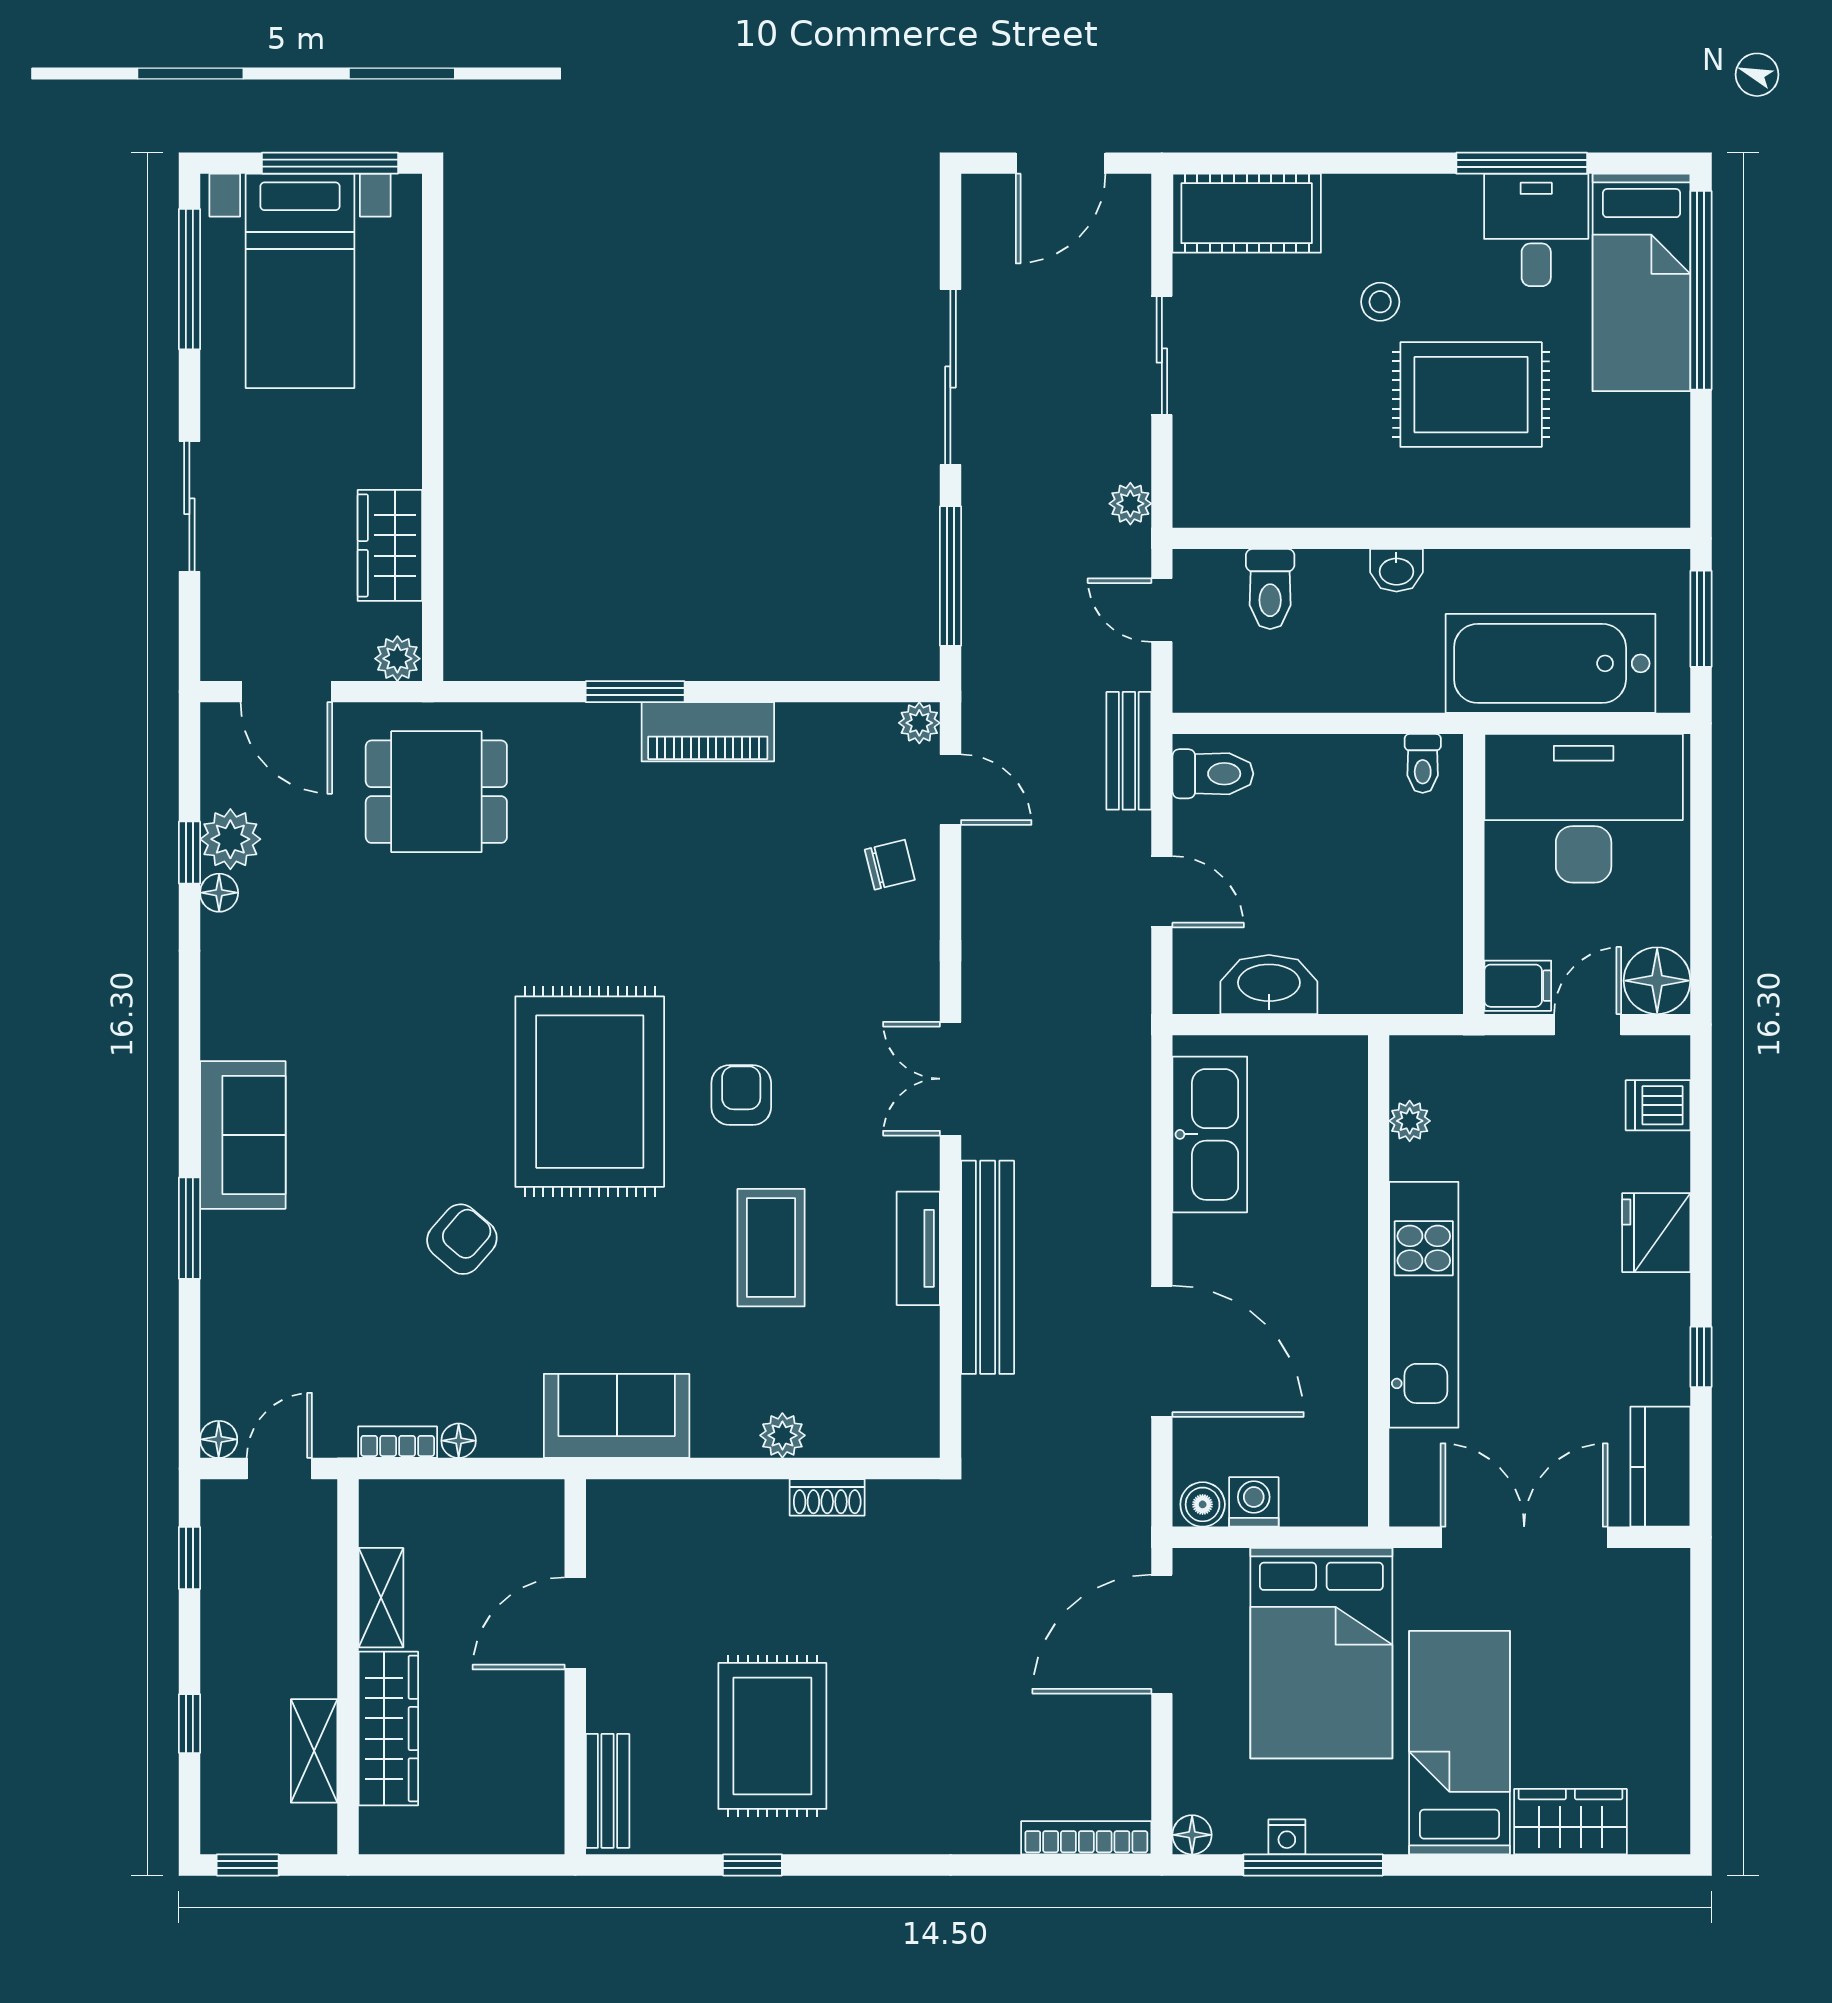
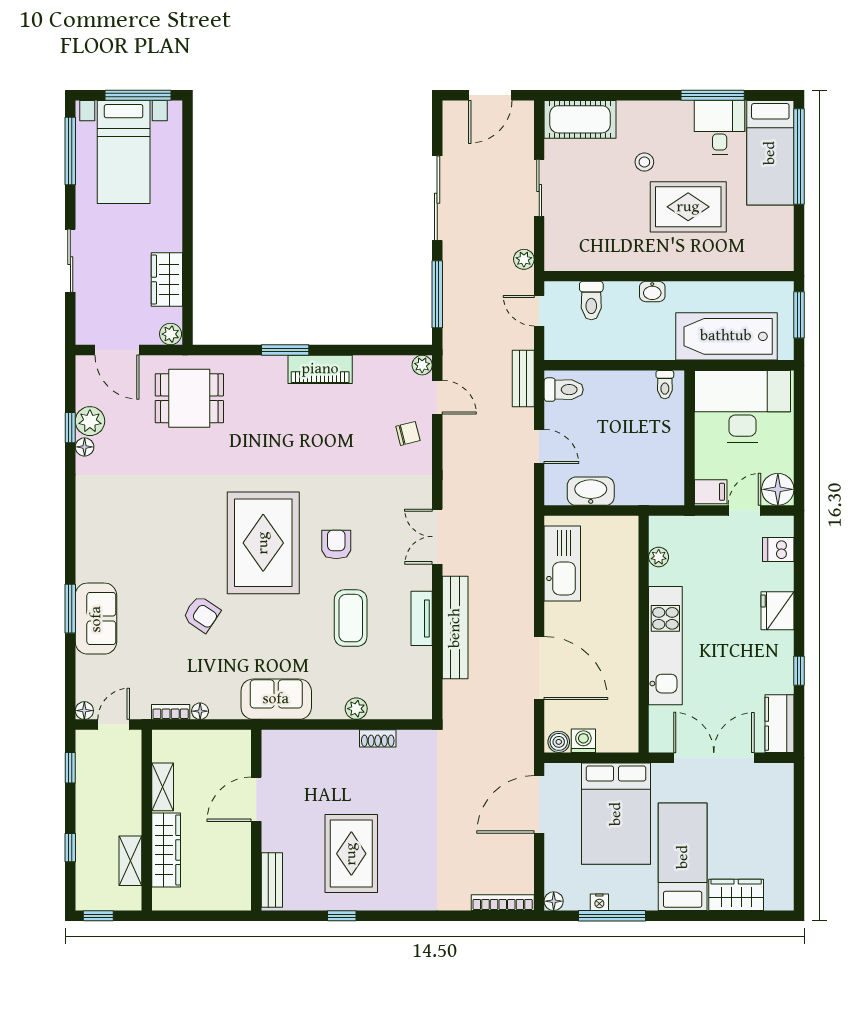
sofa: (243, 1135) -> (96, 619), moved
armchair: (462, 1239) -> (202, 614), turned 83

